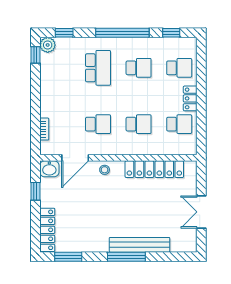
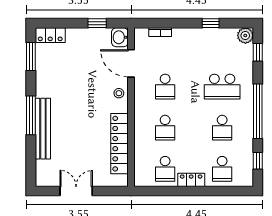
window: (35, 55) -> (211, 23), moved
locker: (47, 230) -> (50, 35), width x0.66

